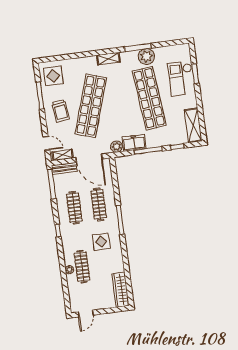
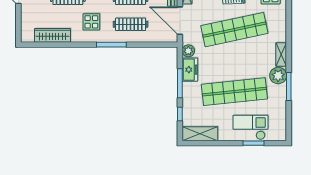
plant: (146, 56) -> (278, 76), moved
shop shelf: (91, 106) -> (234, 30), turned -30
door: (89, 158) -> (180, 21), hinge flipped
wardrobe: (120, 290) -> (52, 35), moved

